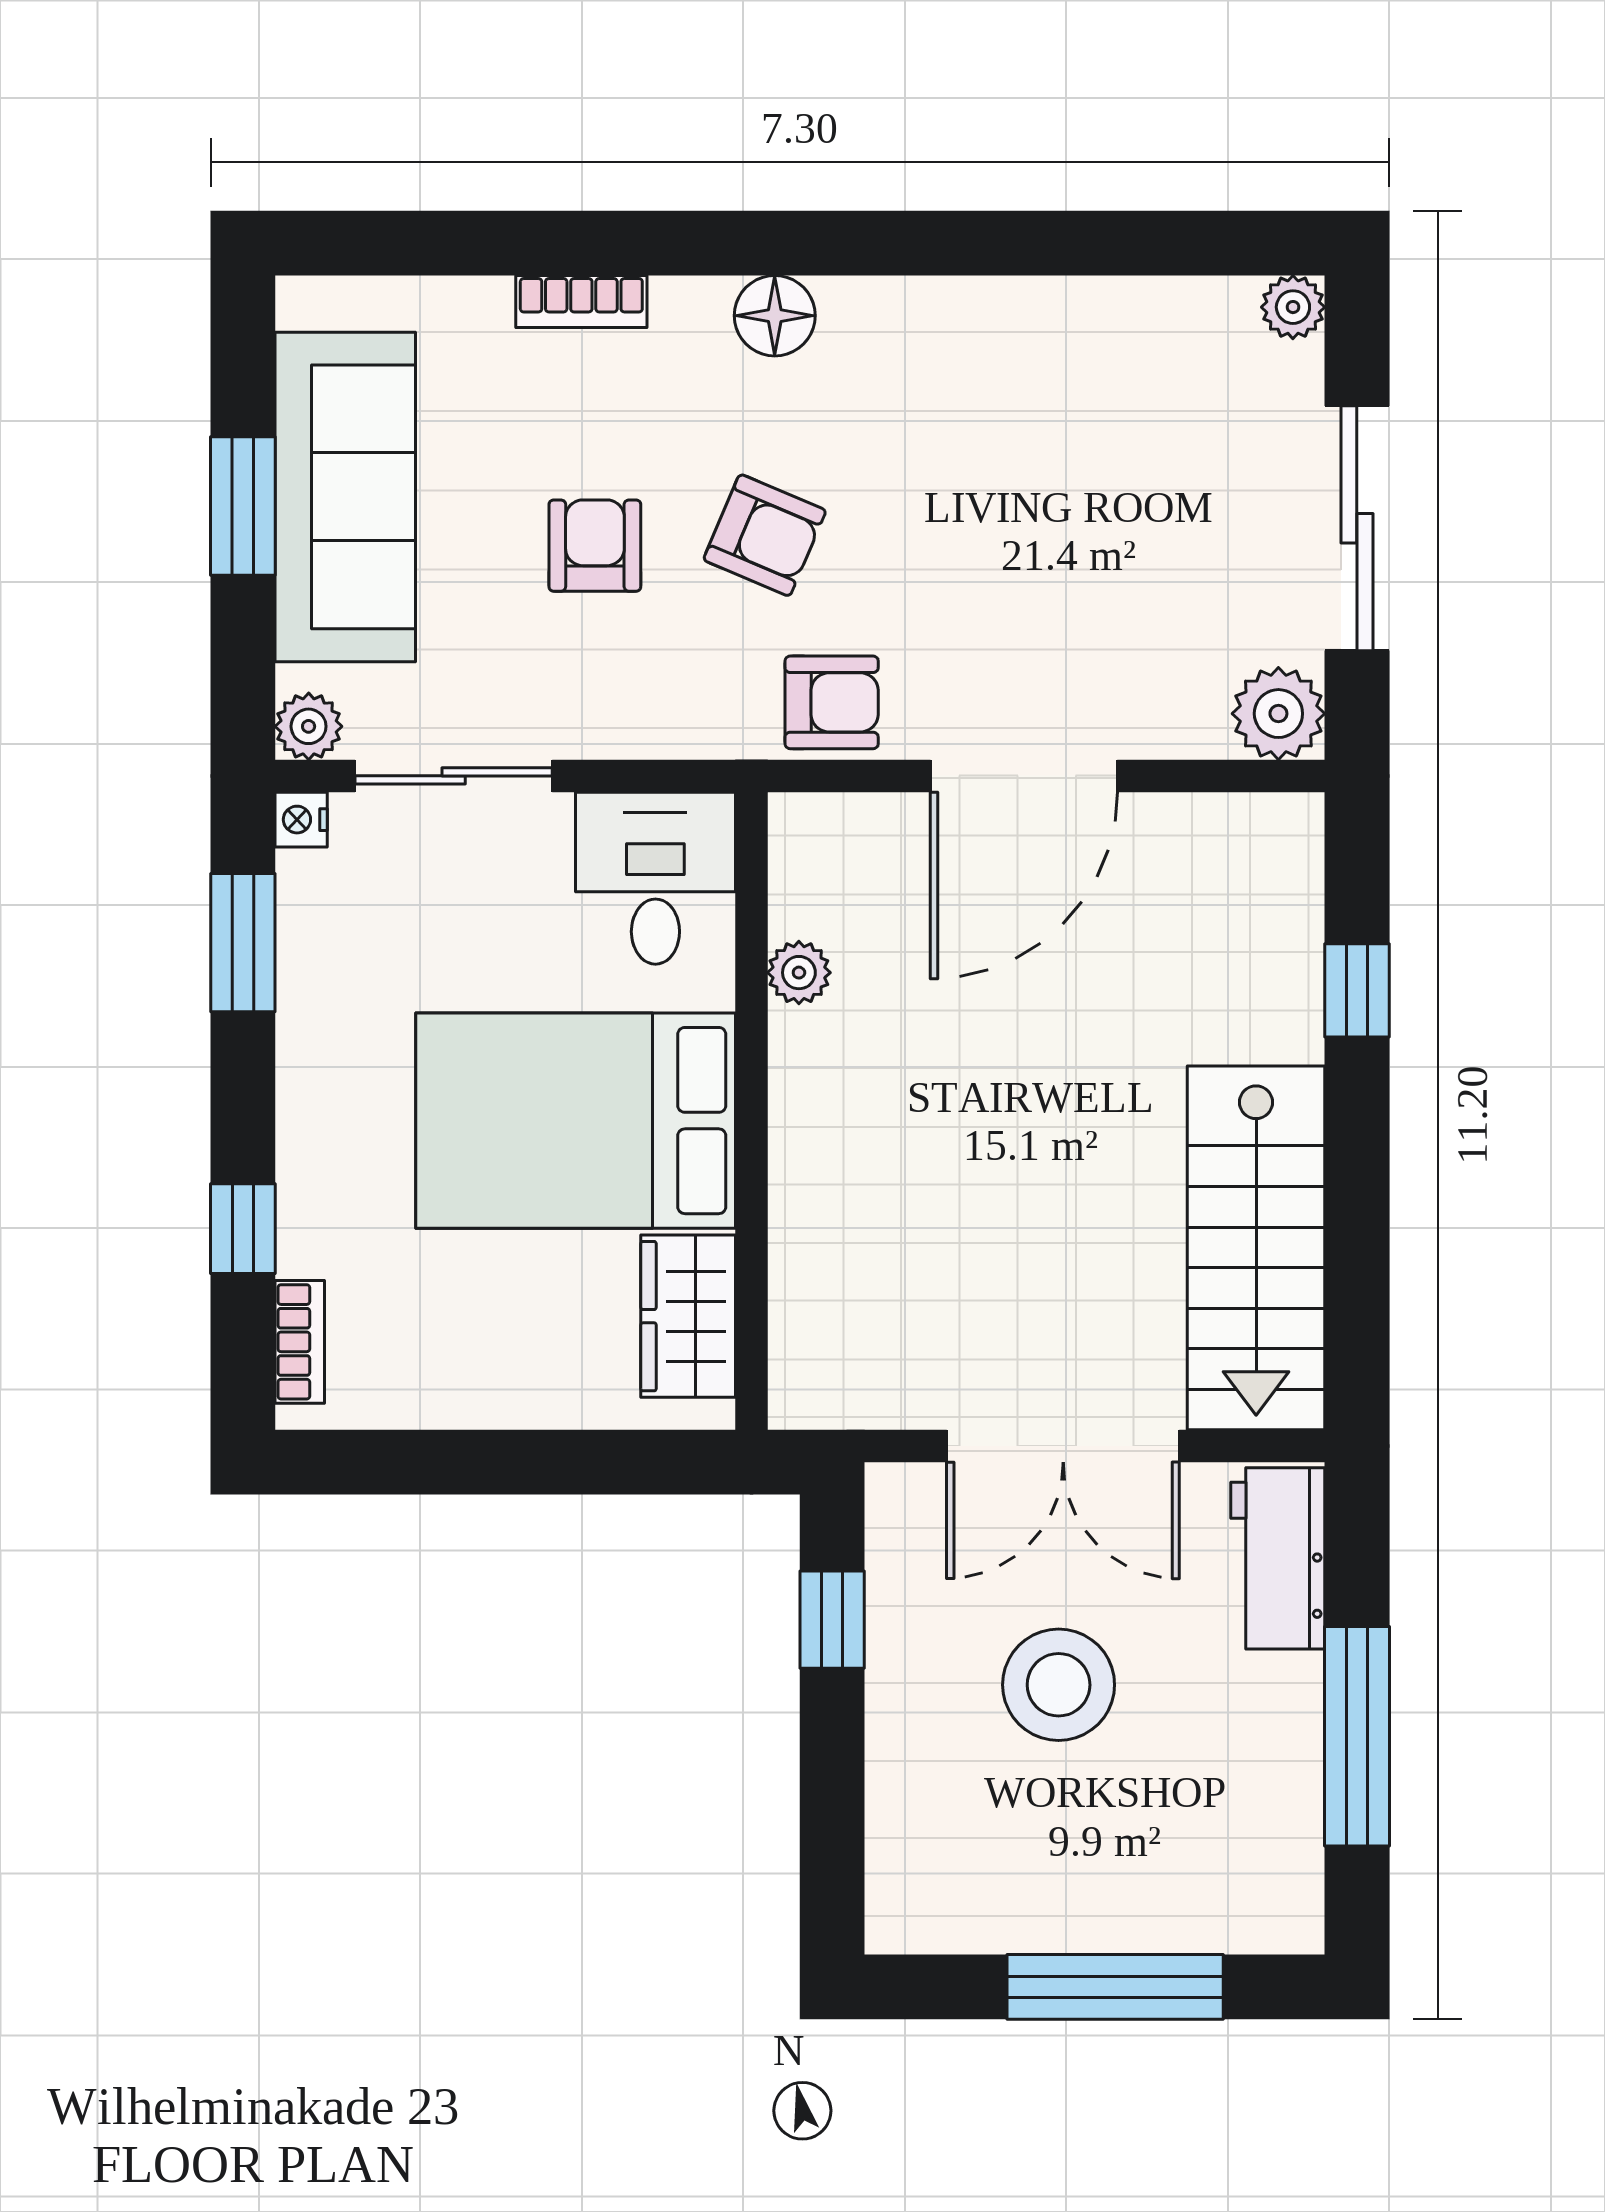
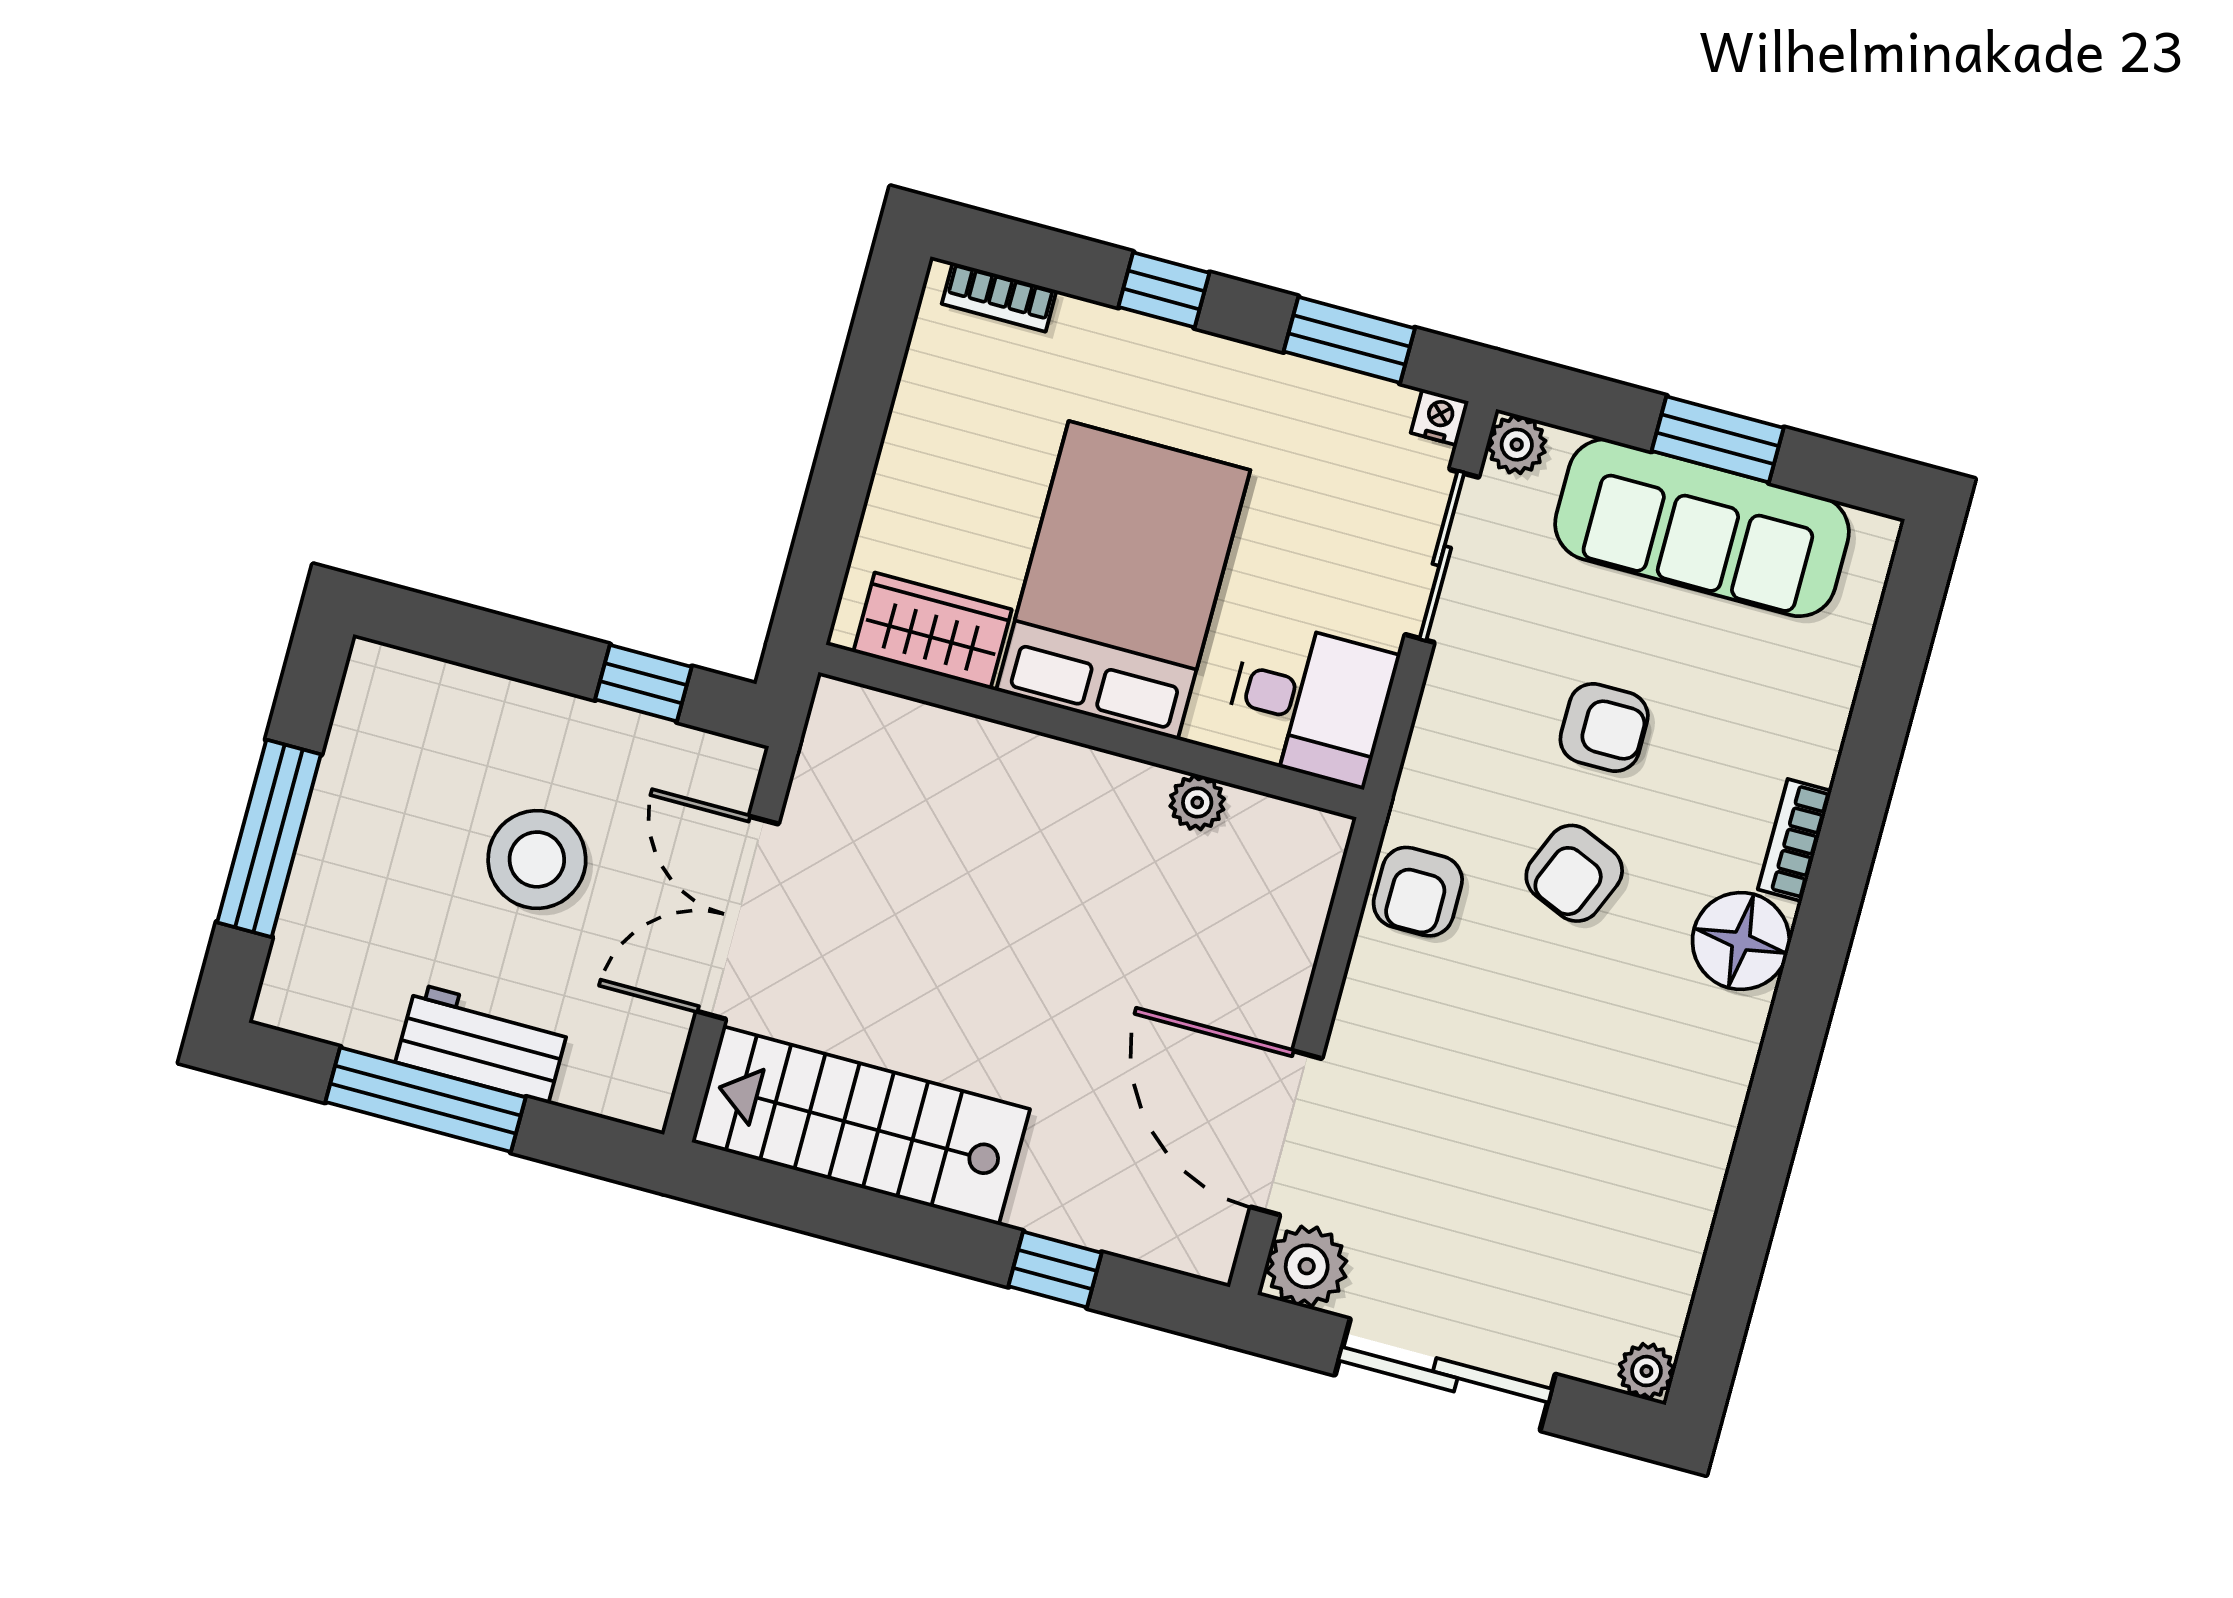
bookcase: (581, 302) -> (1795, 840), moved
floor lamp: (775, 316) -> (1741, 941), width x1.38, depth x1.38
door: (1024, 776) -> (1286, 1133), moved
window: (243, 1229) -> (1164, 290), moved
workbench: (1278, 1558) -> (482, 1043), moved

